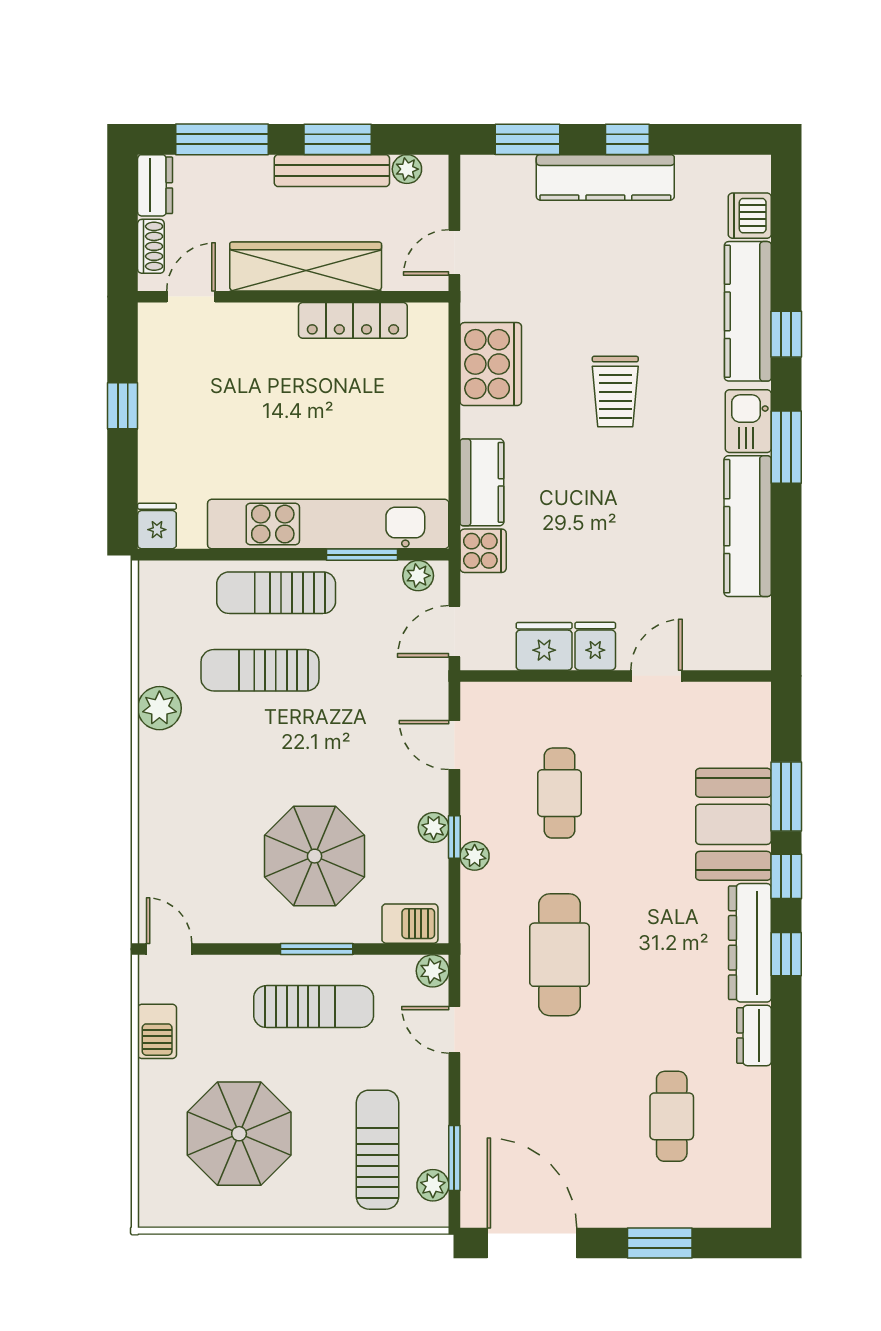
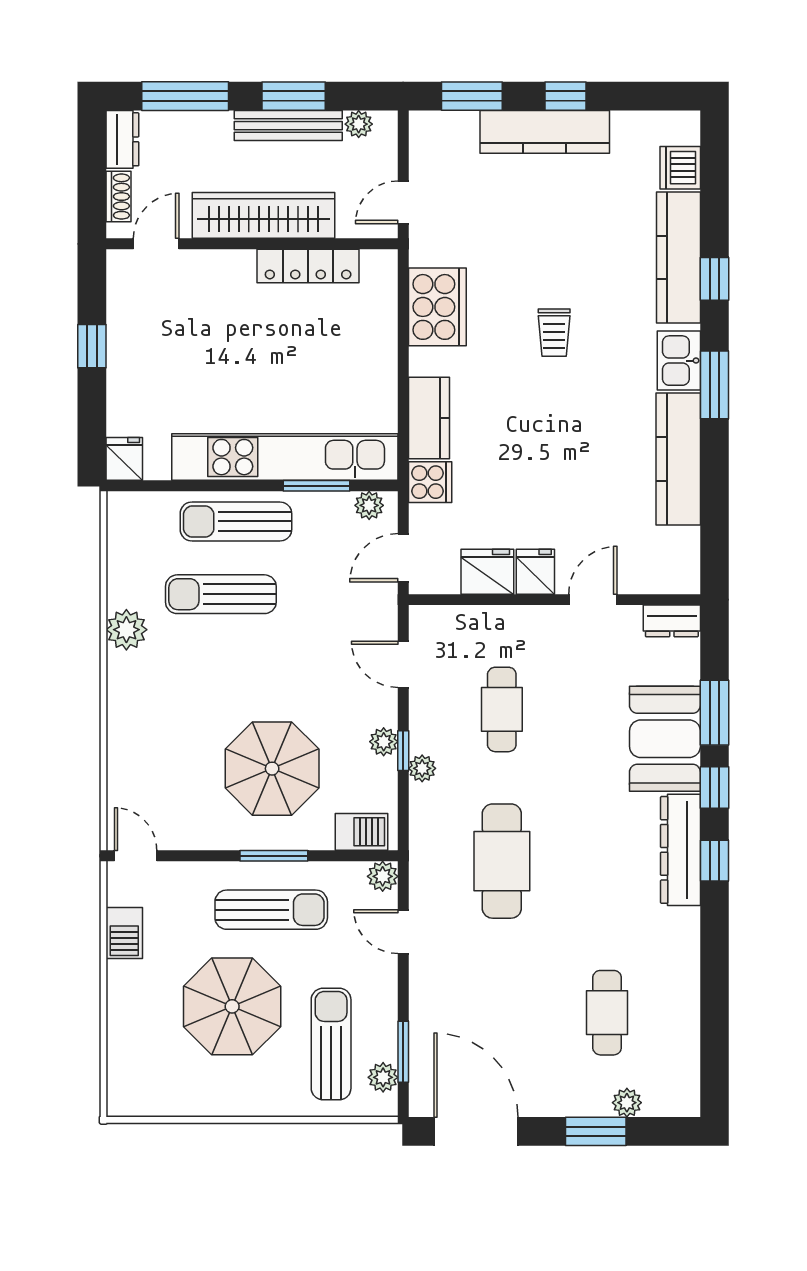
trolley: (615, 391) -> (554, 333), width x0.73, depth x0.72
dresser: (754, 1035) -> (672, 621), moved, turned -90
parasol: (239, 1134) -> (232, 1006), moved
plant: (693, 1212) -> (627, 1103), added

